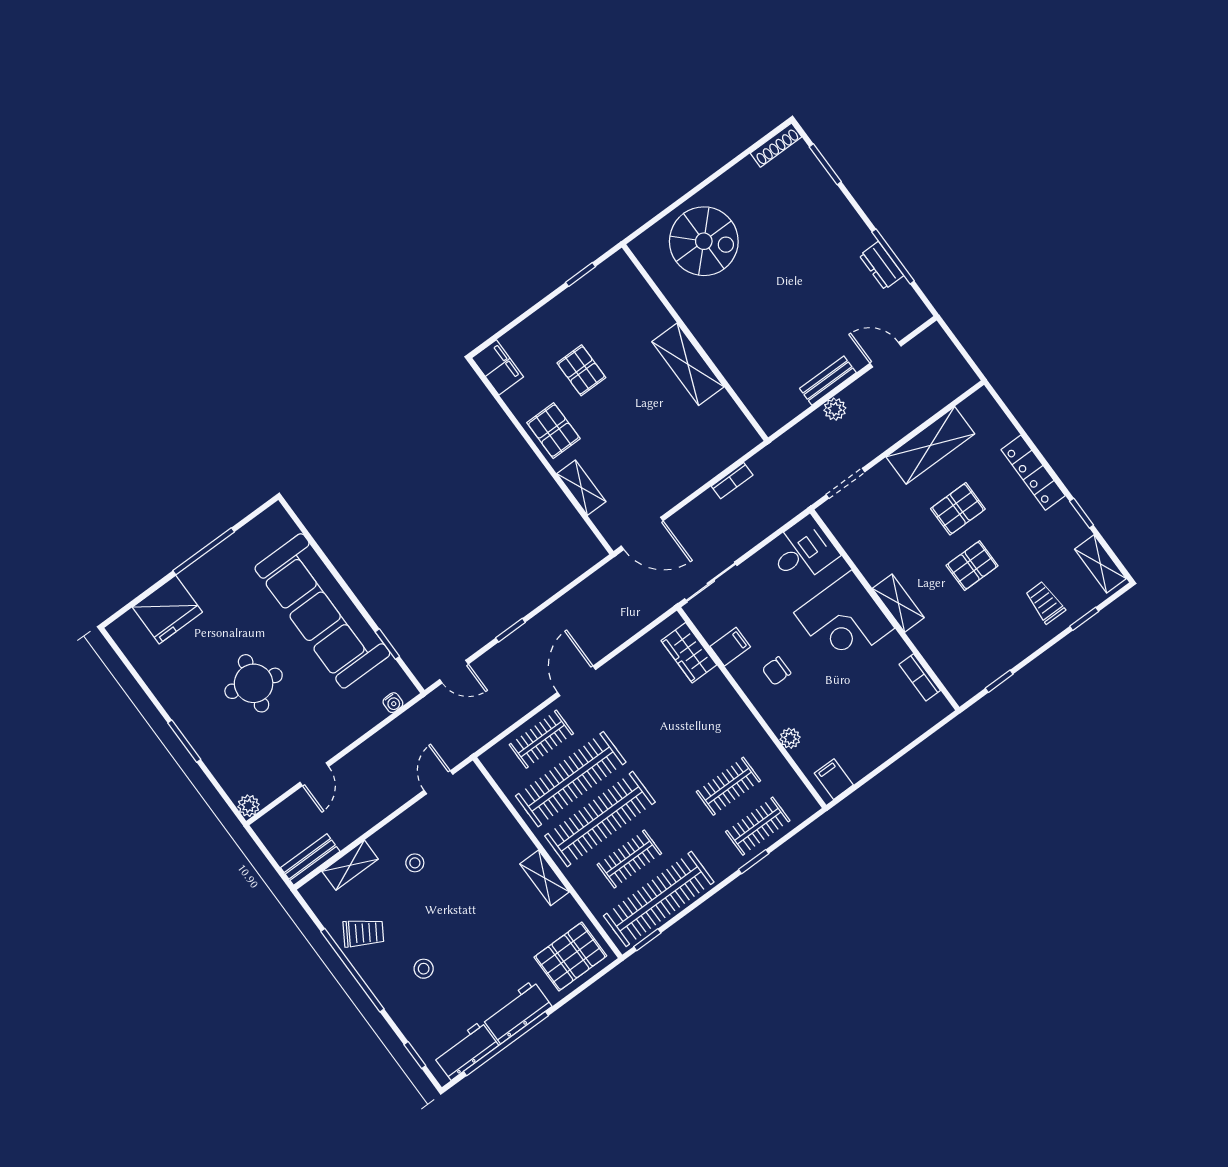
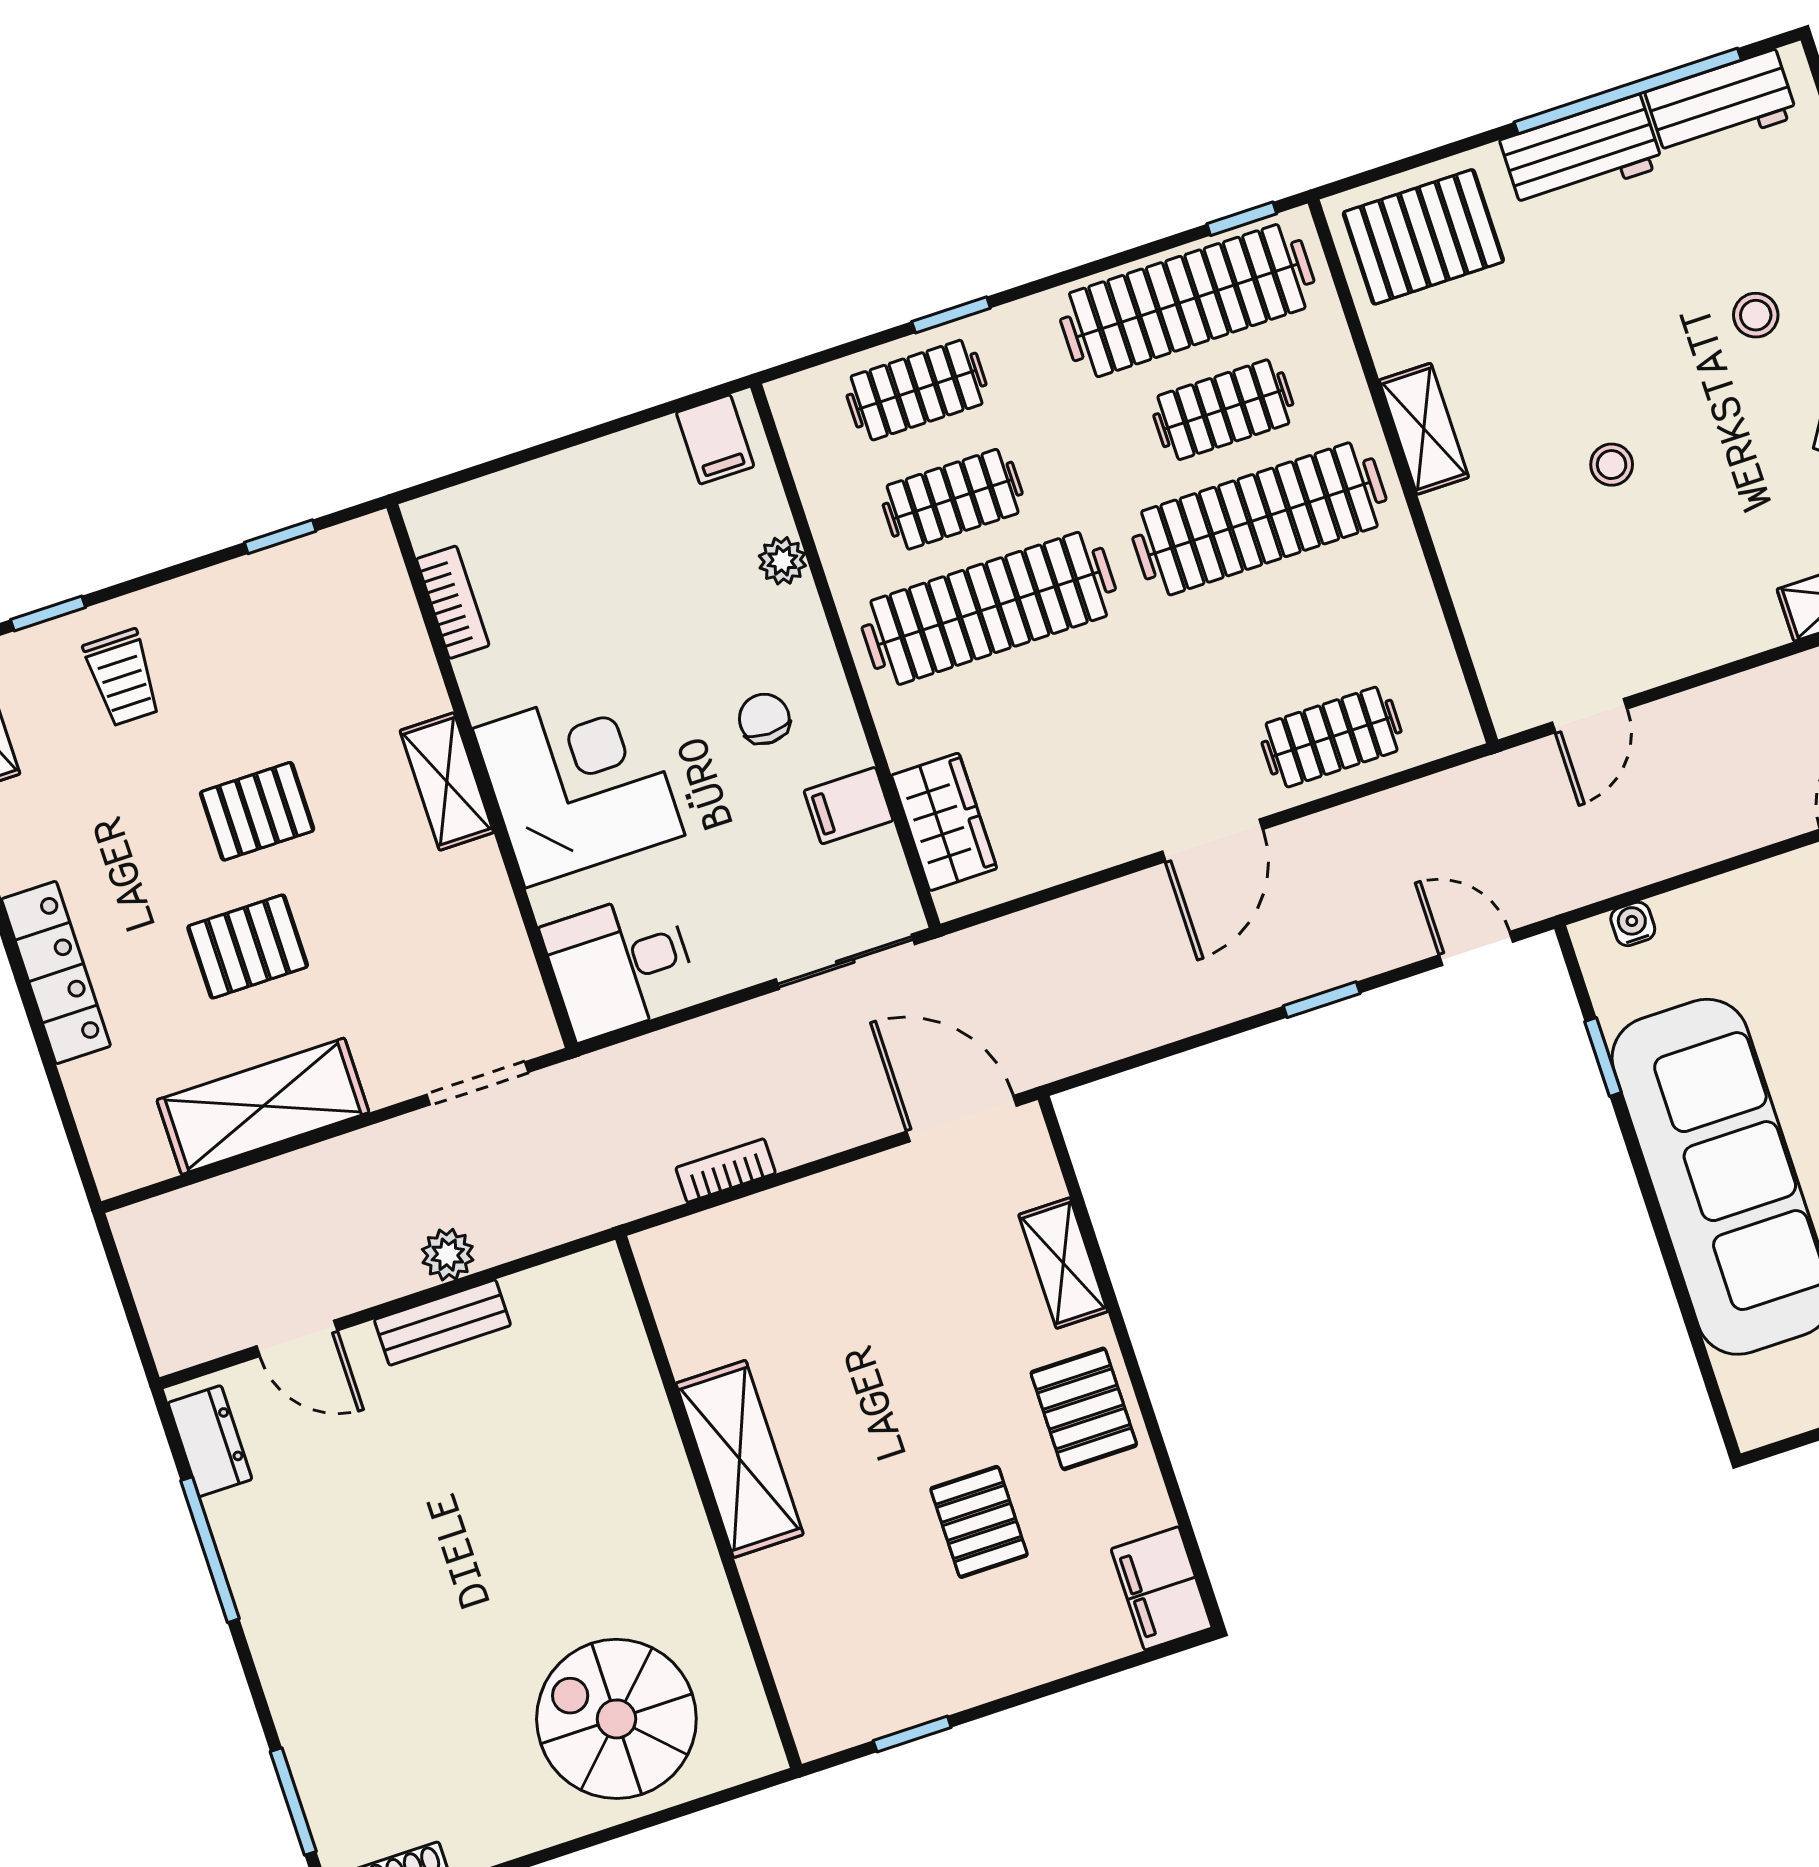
dresser: (881, 266) -> (210, 1441), moved
chair: (776, 671) -> (764, 719), turned -90
clothes rail: (571, 779) -> (989, 608), moved
stool: (415, 863) -> (1612, 465), moved

